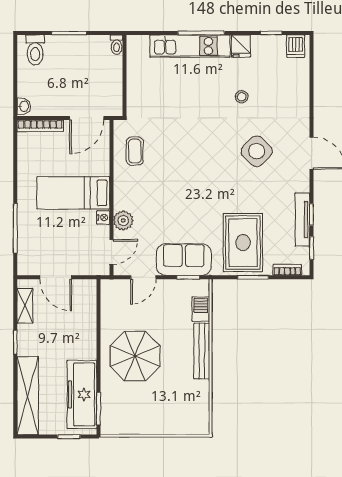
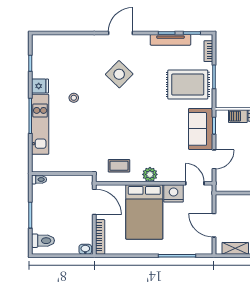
dishwasher: (296, 46) -> (40, 45), removed
stool: (242, 97) -> (74, 98), moved
bed: (73, 193) -> (144, 212), width x1.50
nightstand: (103, 218) -> (174, 193), width x1.89, depth x1.79
plant: (123, 220) -> (150, 174), moved
door: (56, 277) -> (214, 225), swing flipped
door: (143, 277) -> (214, 159), hinge flipped

